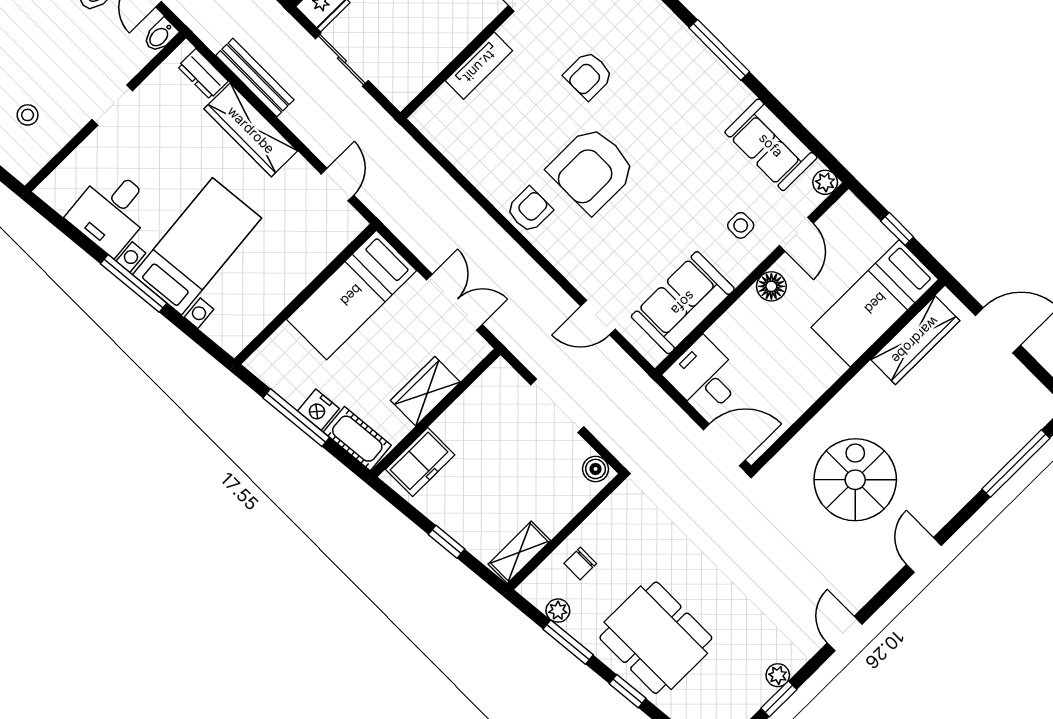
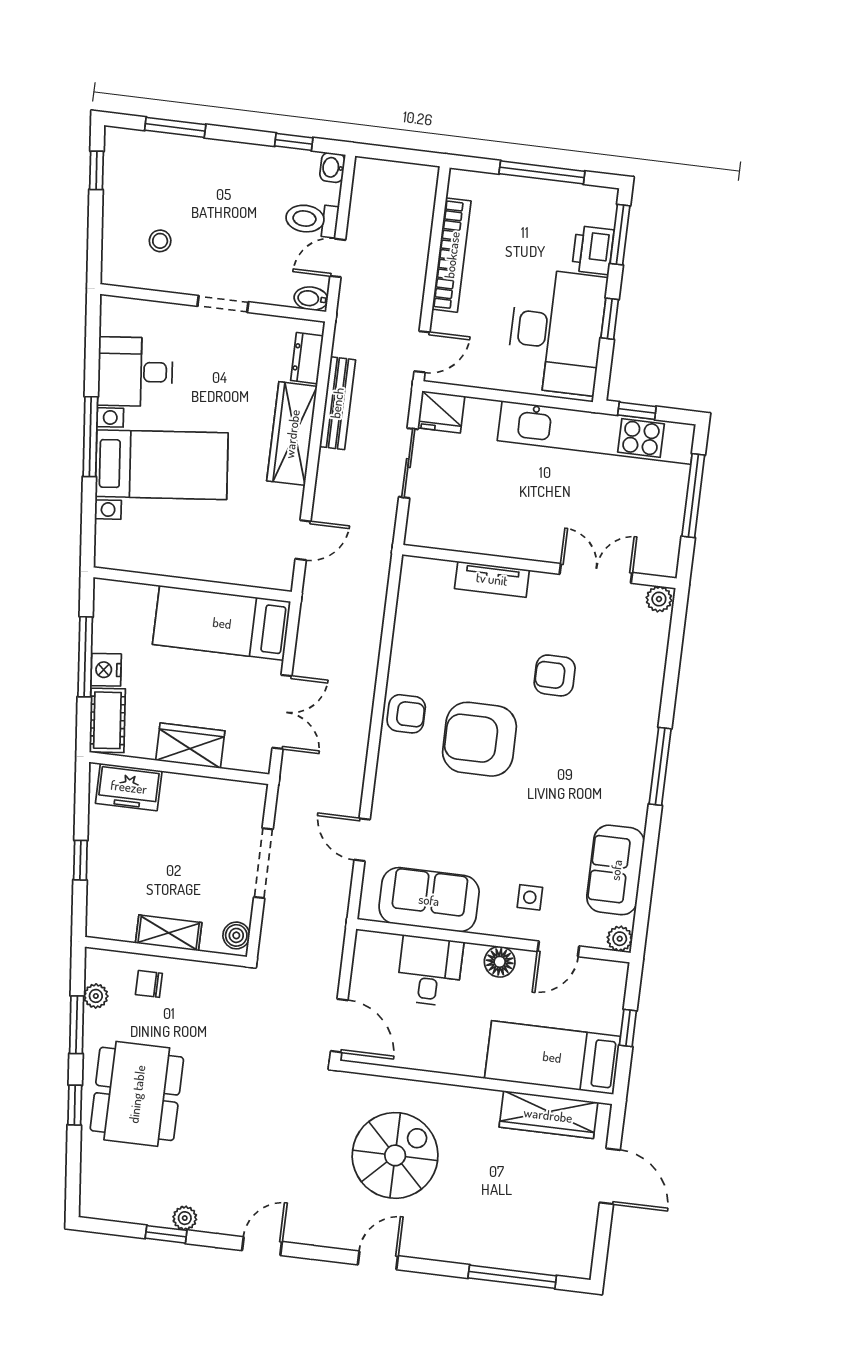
desk: (704, 377) -> (430, 971), moved
shelving: (519, 552) -> (169, 933), moved

